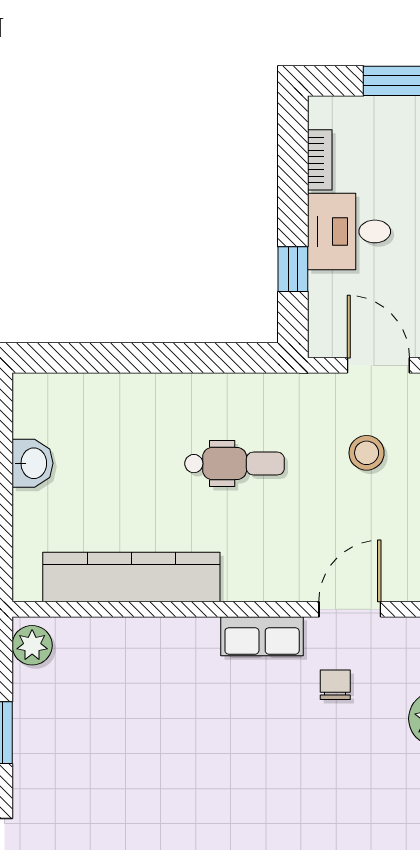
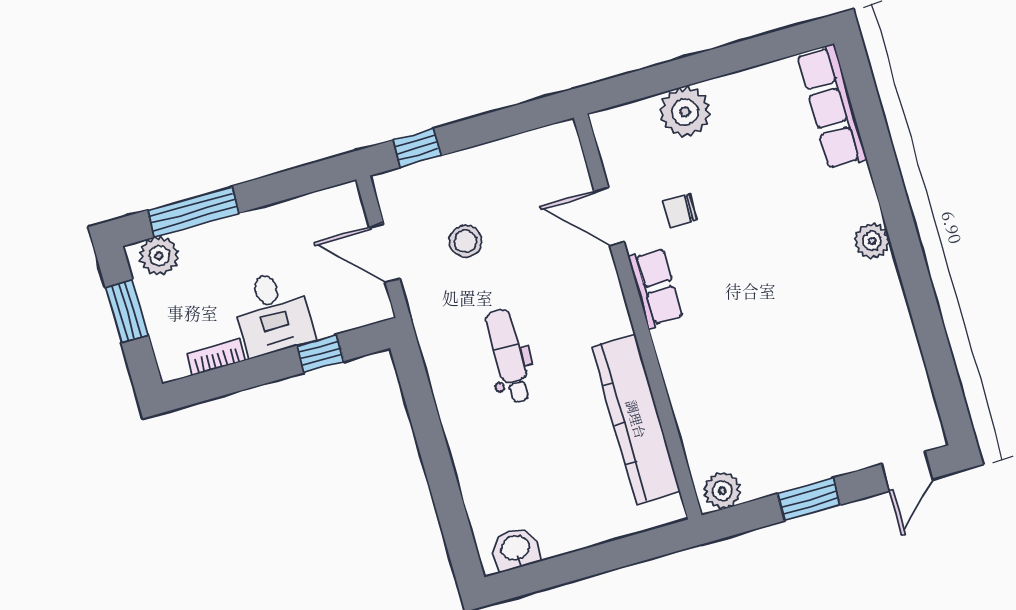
door: (378, 365) -> (384, 253), hinge flipped
washbasin: (33, 463) -> (515, 549), moved

